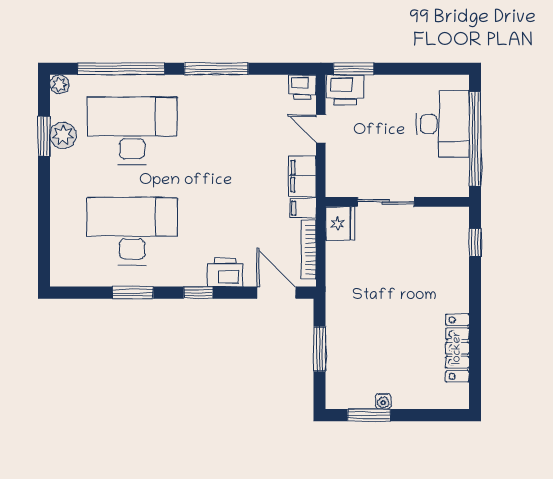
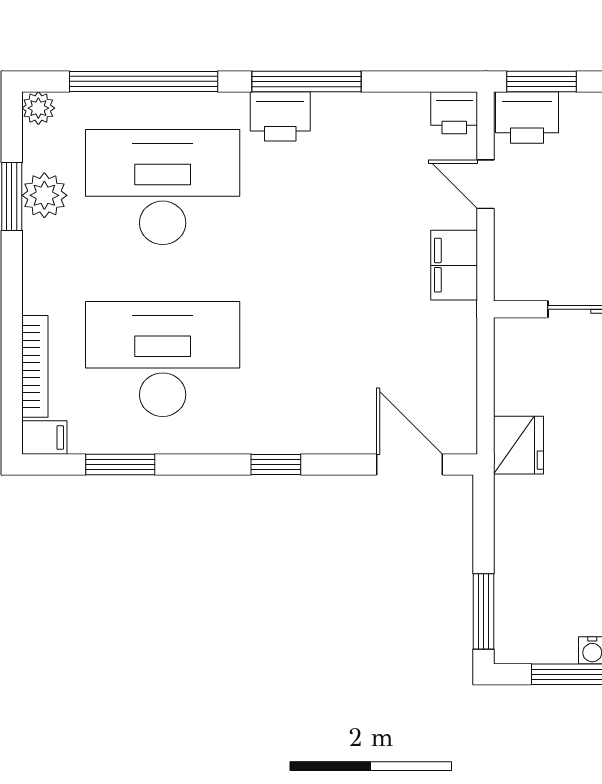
filing cabinet: (303, 208) -> (44, 438), moved, turned 180
fridge: (340, 224) -> (519, 445), moved
bookcase: (308, 250) -> (35, 366), moved, turned 180
printer: (225, 272) -> (280, 116), moved, turned 180
window: (133, 293) -> (120, 465), moved
window: (320, 349) -> (483, 611), moved

